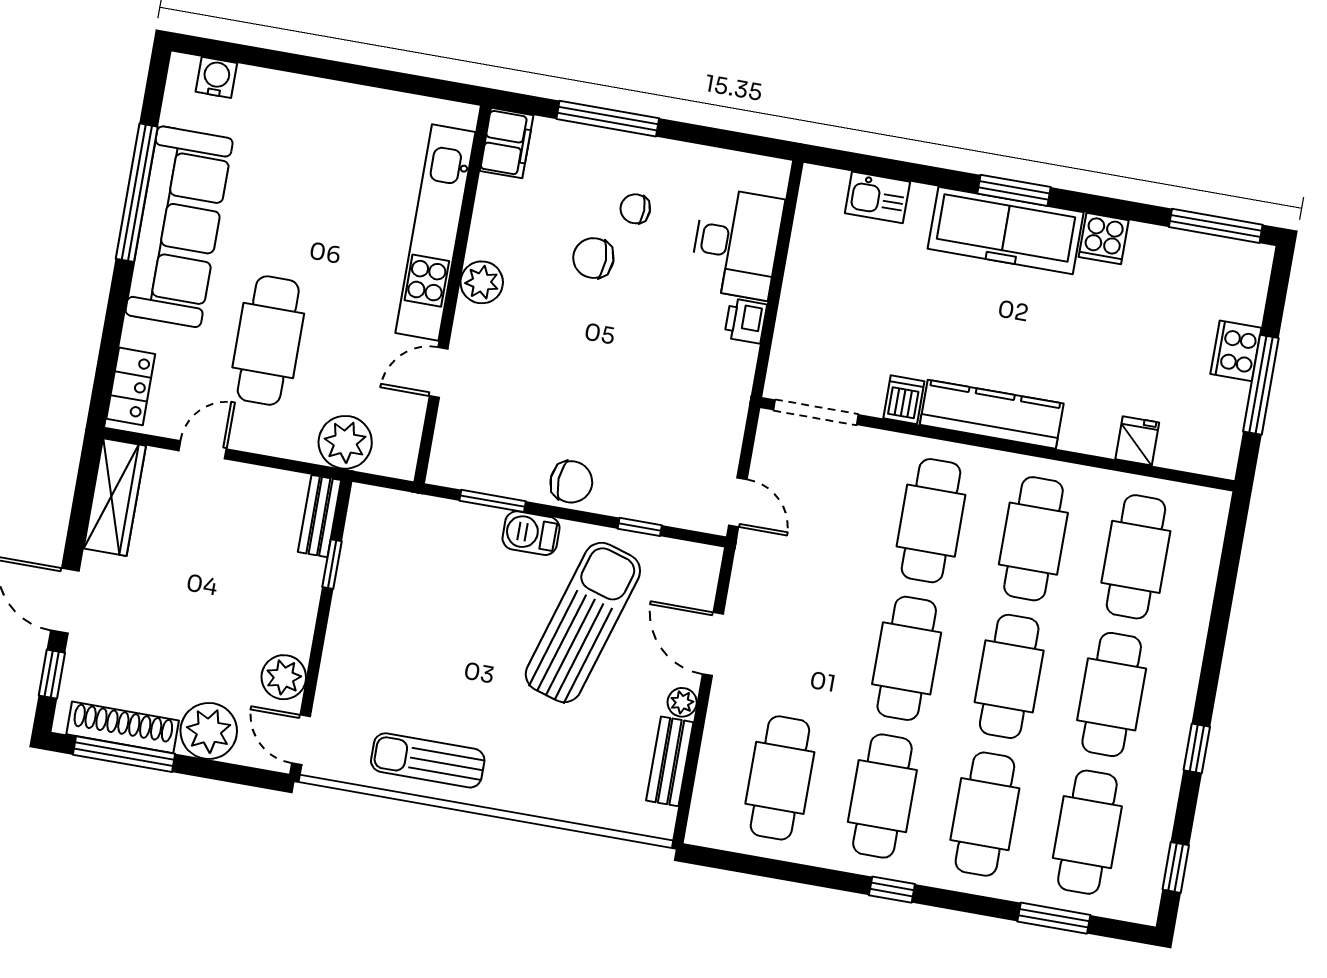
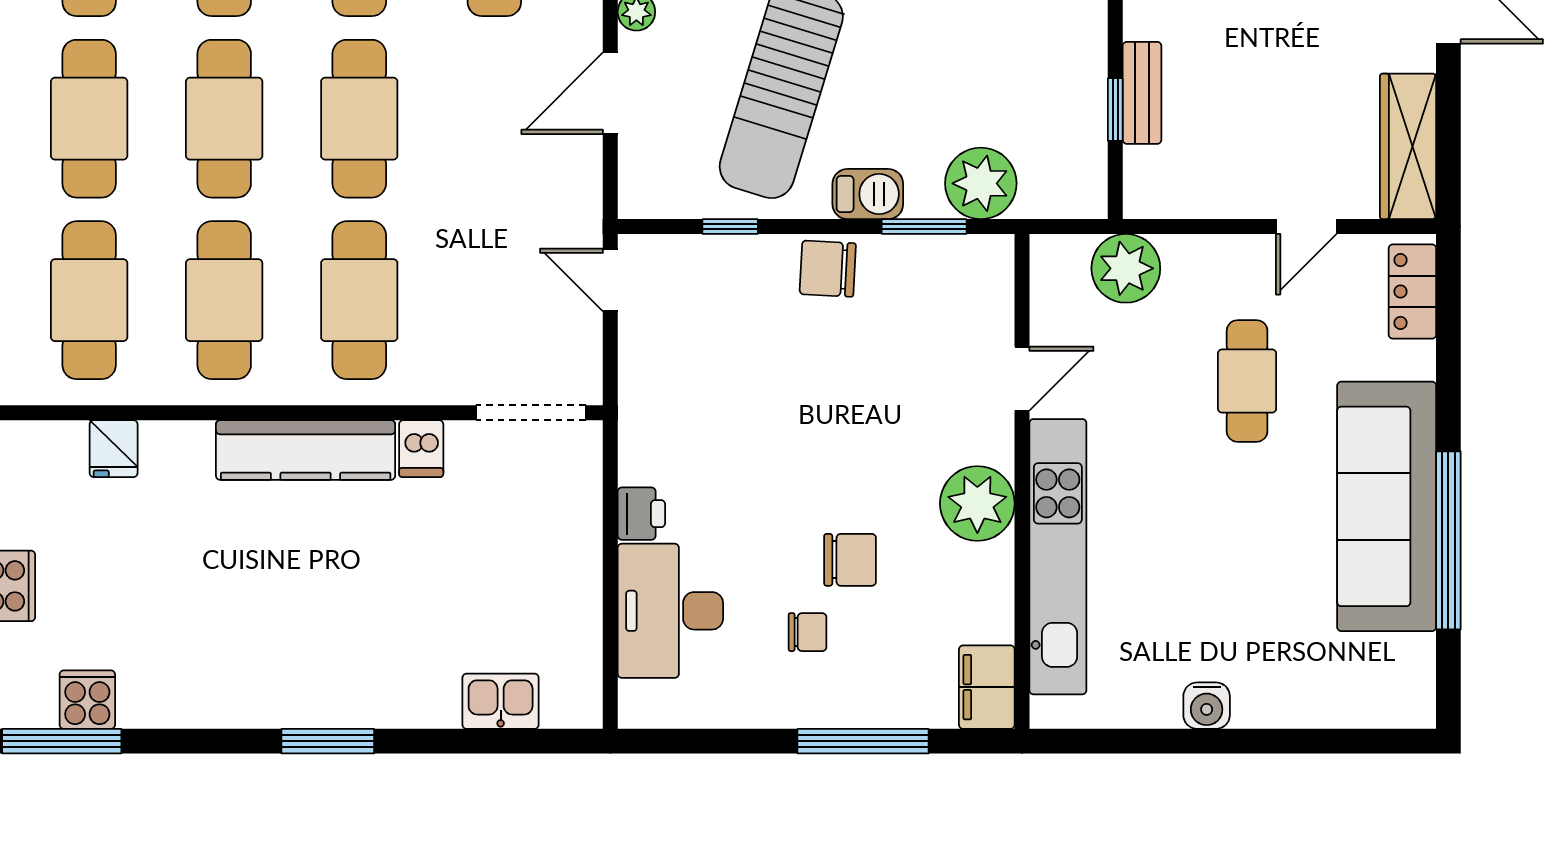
water cooler: (216, 77) -> (1207, 706), moved
freezer: (1006, 230) -> (329, 688), removed
cooker: (1104, 239) -> (87, 700), moved
plant: (482, 282) -> (977, 504), width x1.36, depth x1.36
cafe table: (268, 341) -> (1247, 381), width x0.73, depth x0.74
bench: (319, 516) -> (1142, 93), moved
plant: (444, 526) -> (981, 183), added
door: (713, 644) -> (610, 93), swing flipped

